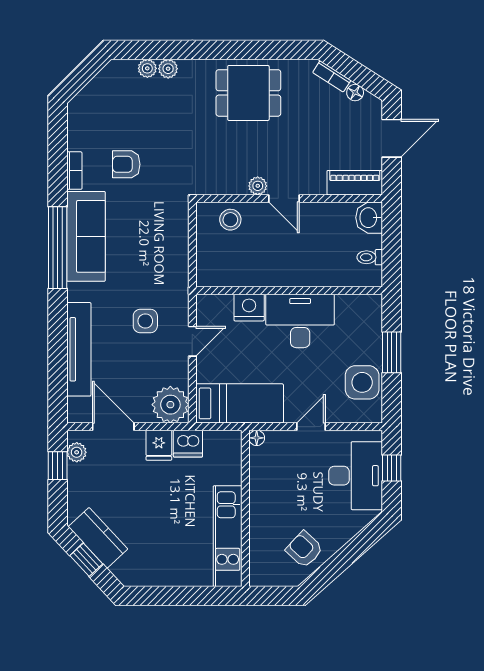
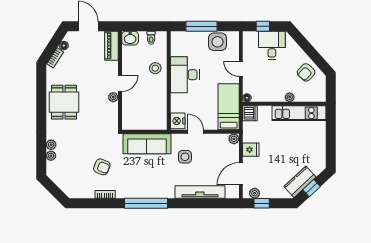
armchair: (126, 164) -> (102, 167), turned -68
stool: (230, 220) -> (155, 68), moved
sofa: (86, 236) -> (147, 144), moved, turned 180
nightstand: (249, 308) -> (178, 121), moved
window: (392, 352) -> (202, 26), width x1.44
plant: (170, 405) -> (234, 139), width x0.53, depth x0.53
dishwasher: (188, 444) -> (250, 113), moved
desk: (356, 476) -> (272, 45), width x0.73
plant: (258, 518) -> (290, 97), added

